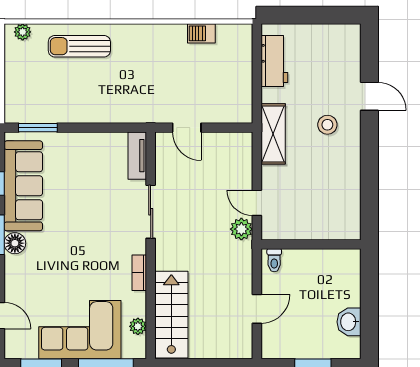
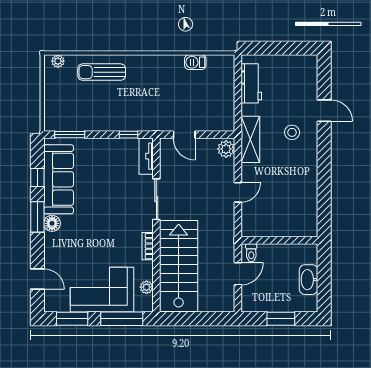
window: (114, 128) -> (128, 135), added
door: (257, 203) -> (238, 192), swing flipped
plant: (241, 229) -> (226, 149), moved
wall: (311, 244) -> (279, 240), moved
toilet: (274, 260) -> (251, 253), moved
stairs: (171, 315) -> (179, 266), width x1.36, depth x1.51
washbasin: (349, 322) -> (309, 280), width x1.38

